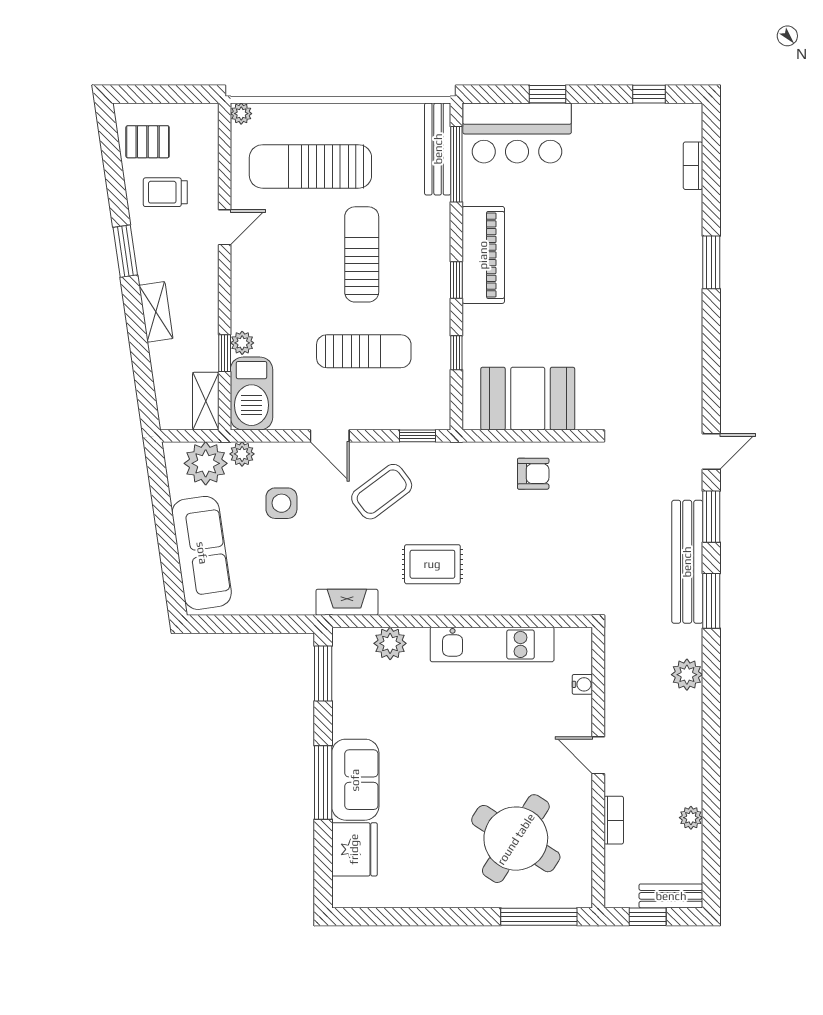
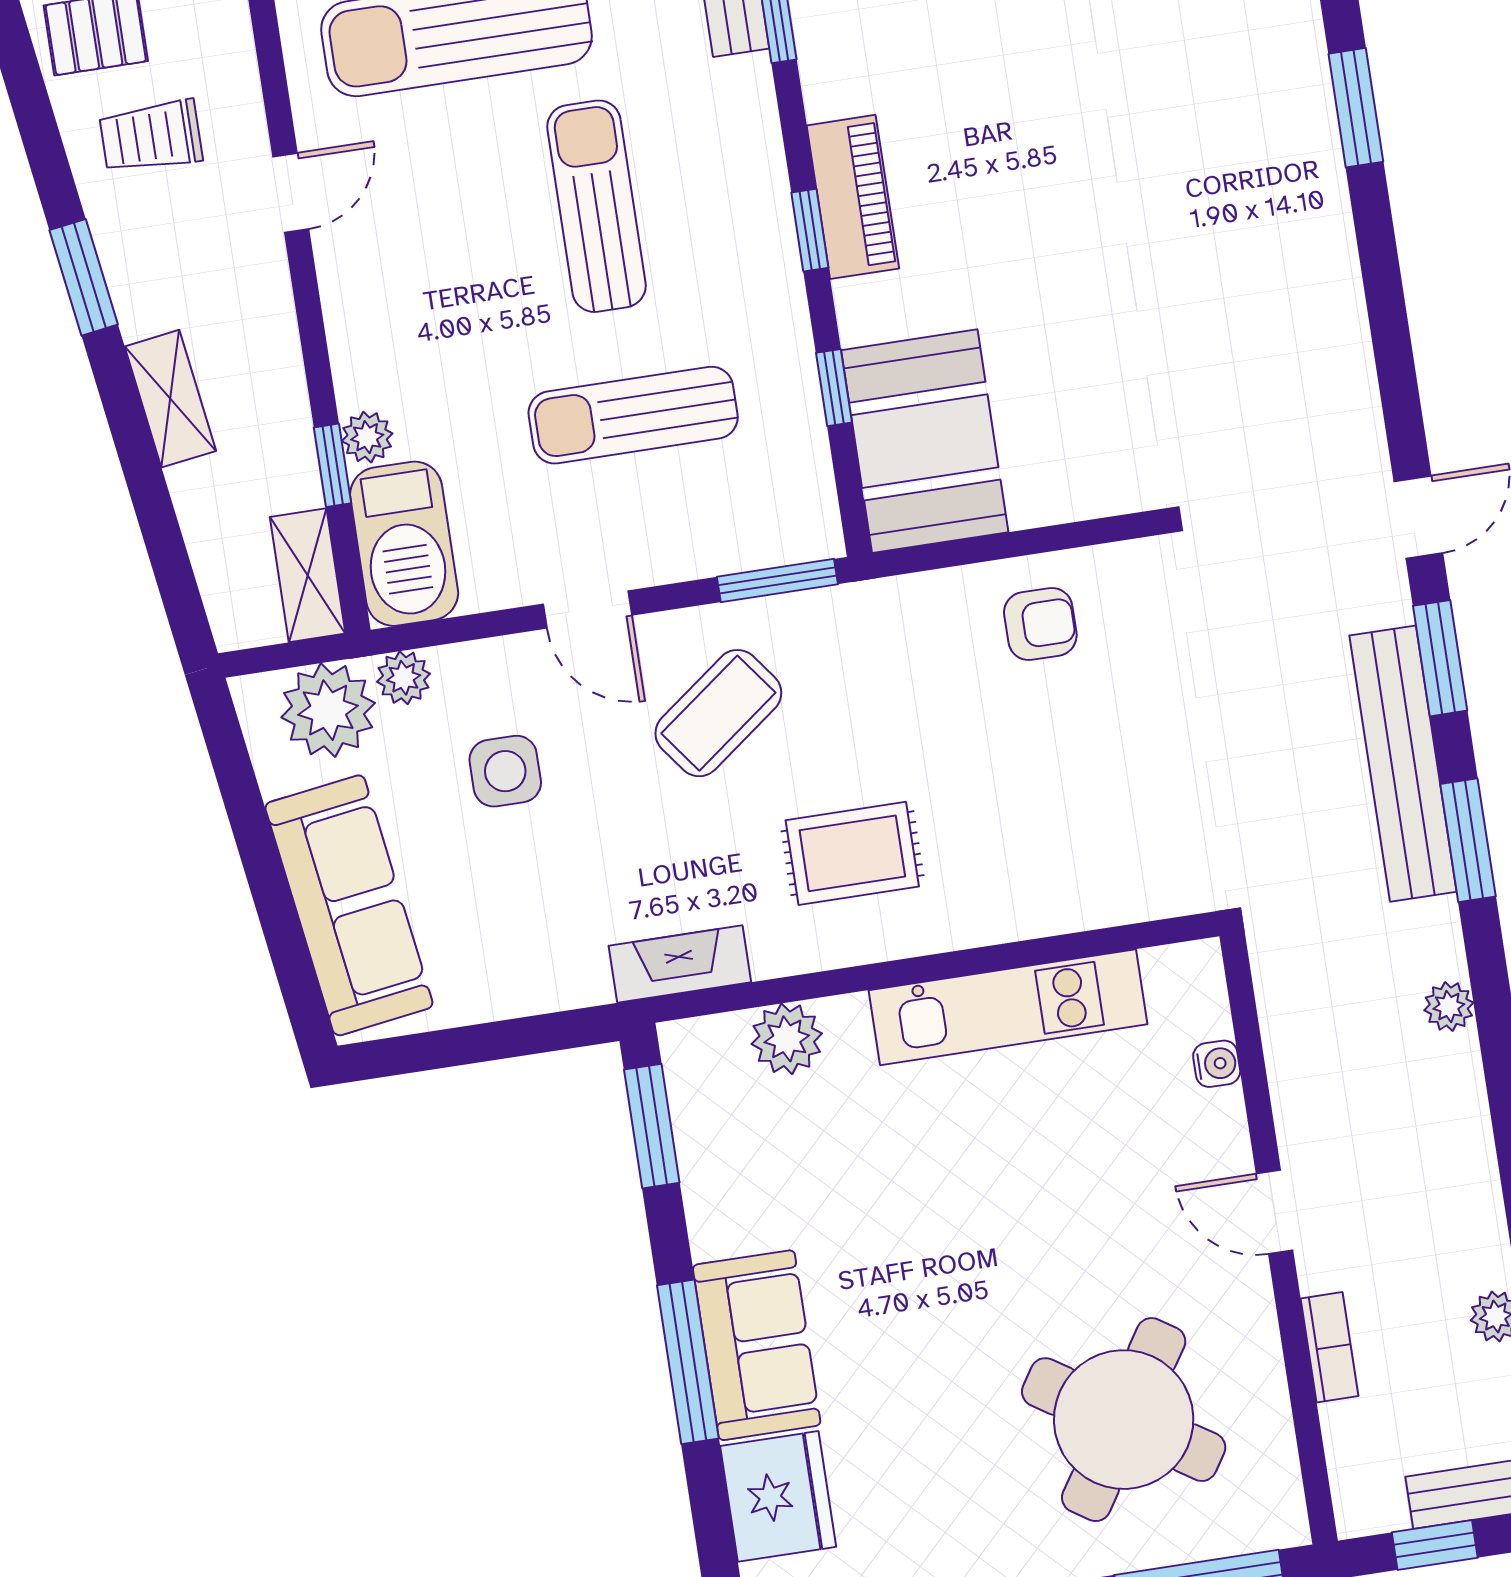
piano: (483, 255) -> (853, 197), width x0.73, depth x0.75
sun lounger: (364, 351) -> (633, 415), turned 180
booth: (528, 399) -> (925, 441), moved, turned 90
window: (417, 436) -> (777, 580), width x1.50
plant: (687, 675) -> (1449, 1007), width x0.73, depth x0.73

